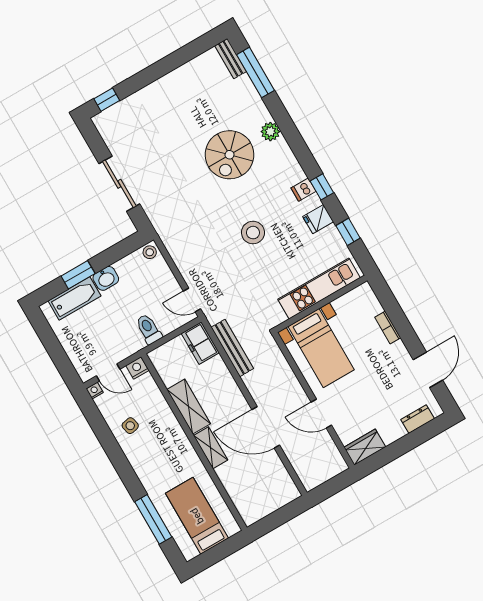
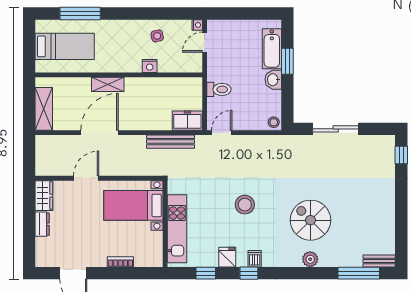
nightstand: (137, 368) -> (150, 66), moved, turned 90
shelving: (189, 407) -> (44, 109), moved, turned 90
dresser: (418, 419) -> (42, 224), moved

